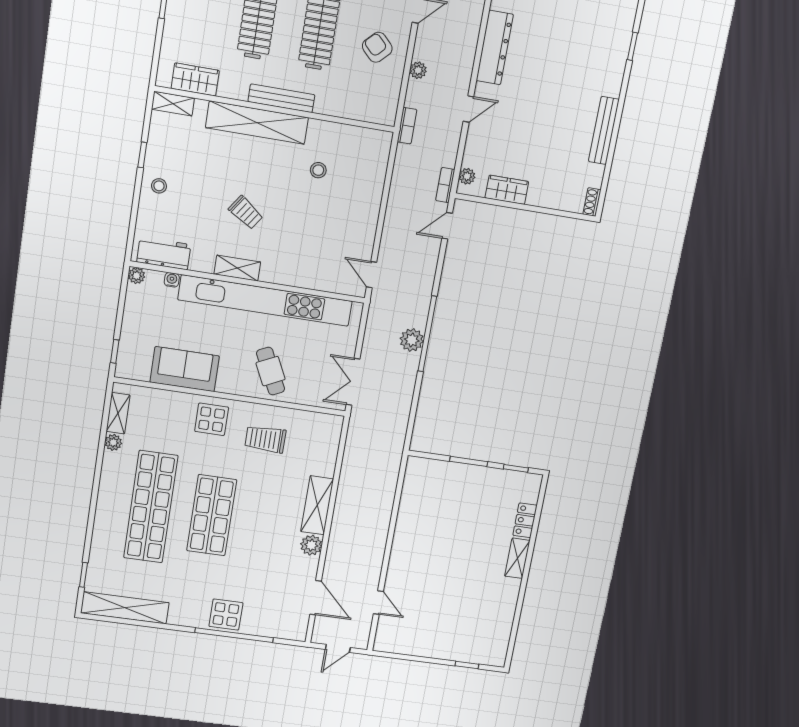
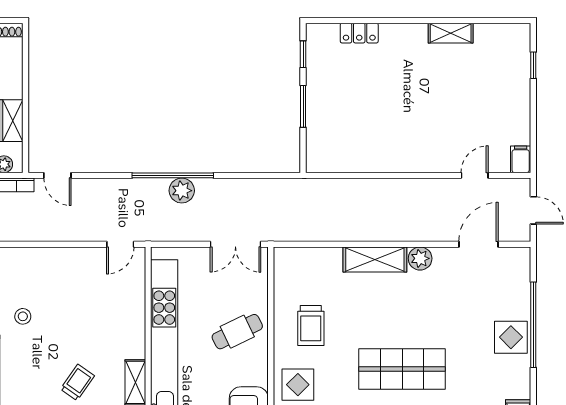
shelving: (517, 558) -> (451, 33), moved
filing cabinet: (386, 644) -> (521, 159), added

